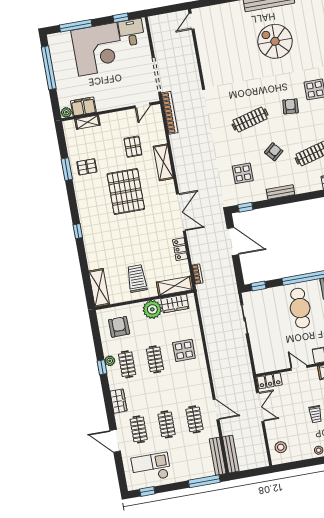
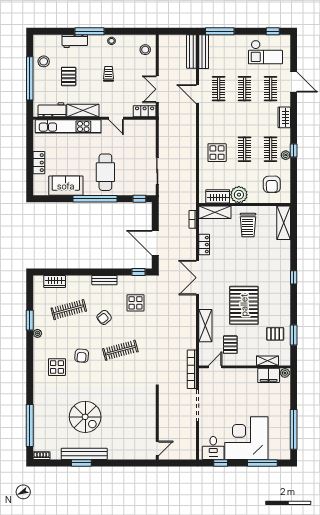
door: (142, 105) -> (215, 367), moved
filing cabinet: (83, 107) -> (269, 375), moved
wall: (111, 111) -> (245, 367), moved
plant: (66, 112) -> (285, 373), moved
shelving: (87, 122) -> (267, 361), moved

